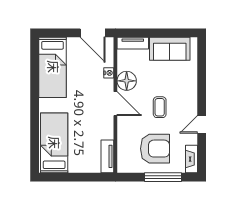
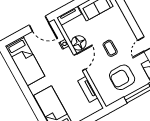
door: (115, 104) -> (80, 62), hinge flipped
armchair: (155, 149) -> (122, 77), turned 180
tv unit: (107, 156) -> (88, 89), moved

